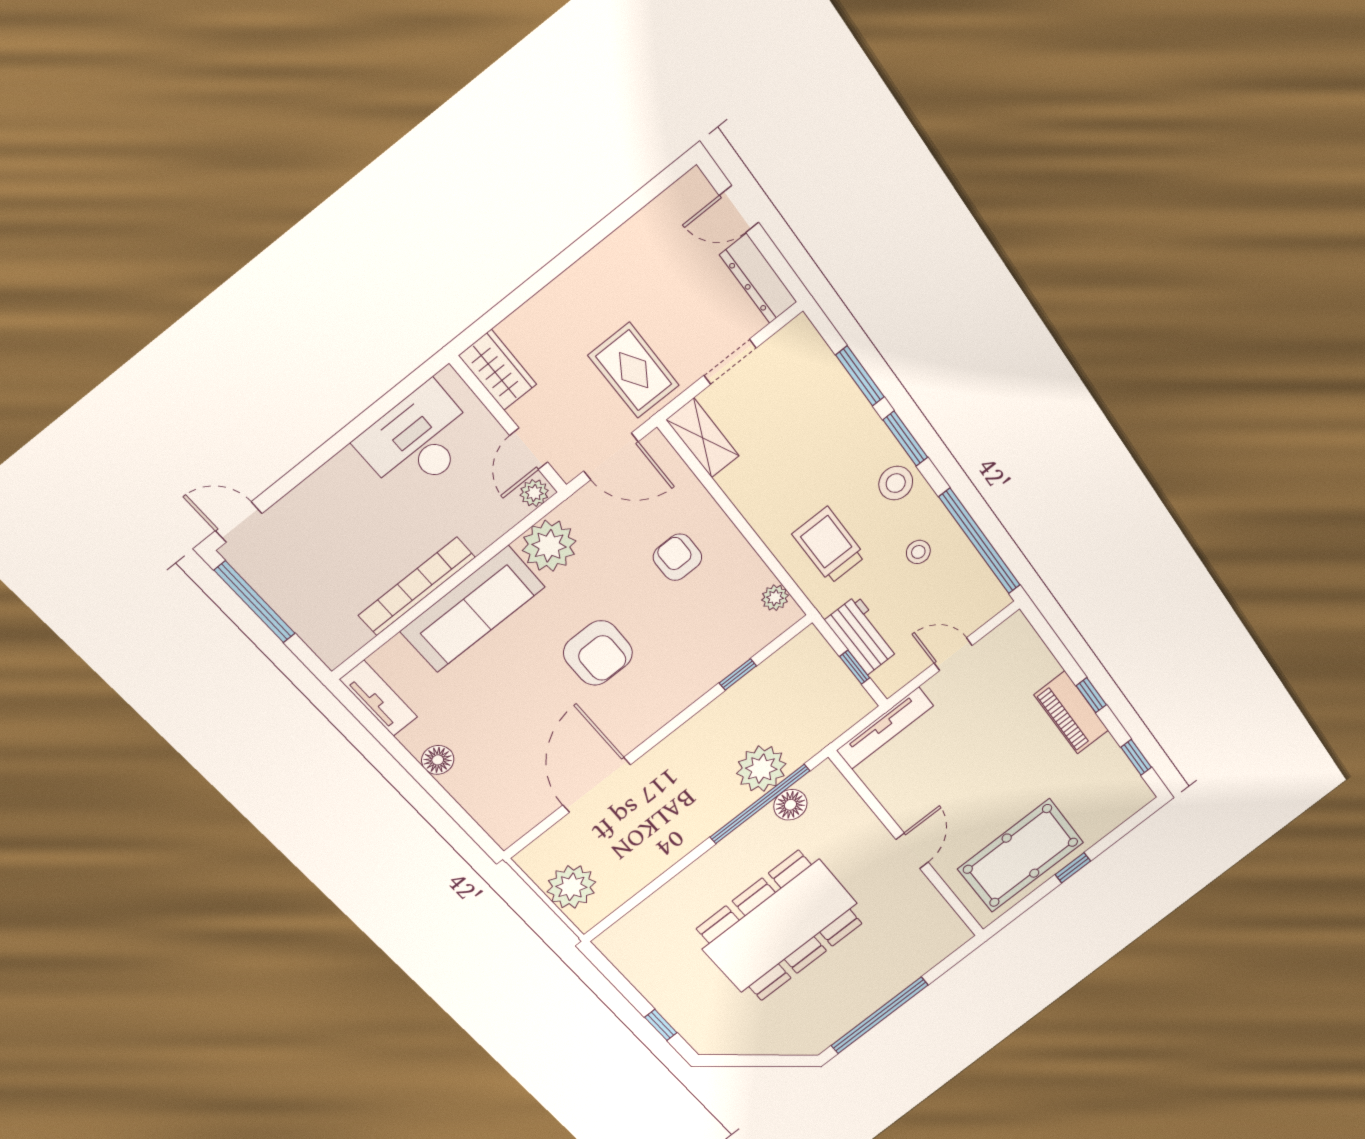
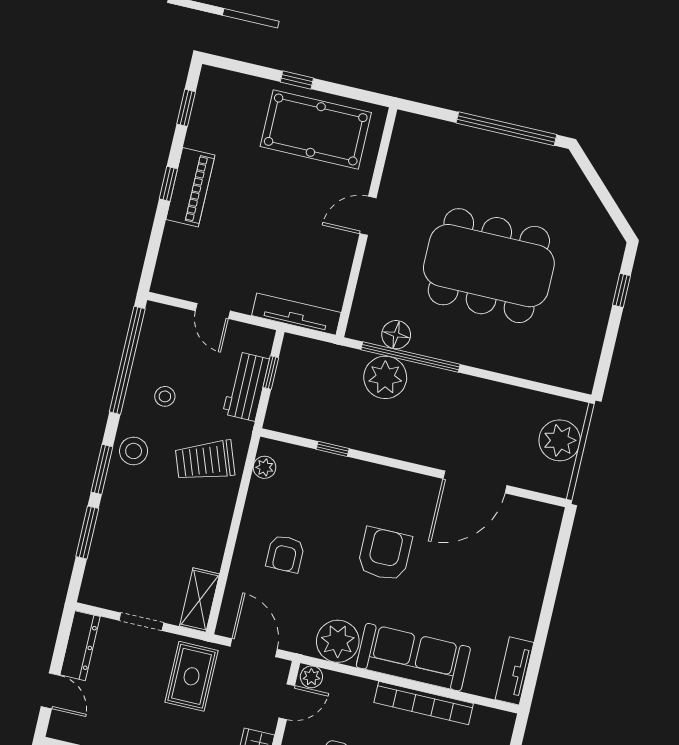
trolley: (829, 545) -> (205, 461), turned 70
floor lamp: (438, 760) -> (530, 601), removed

